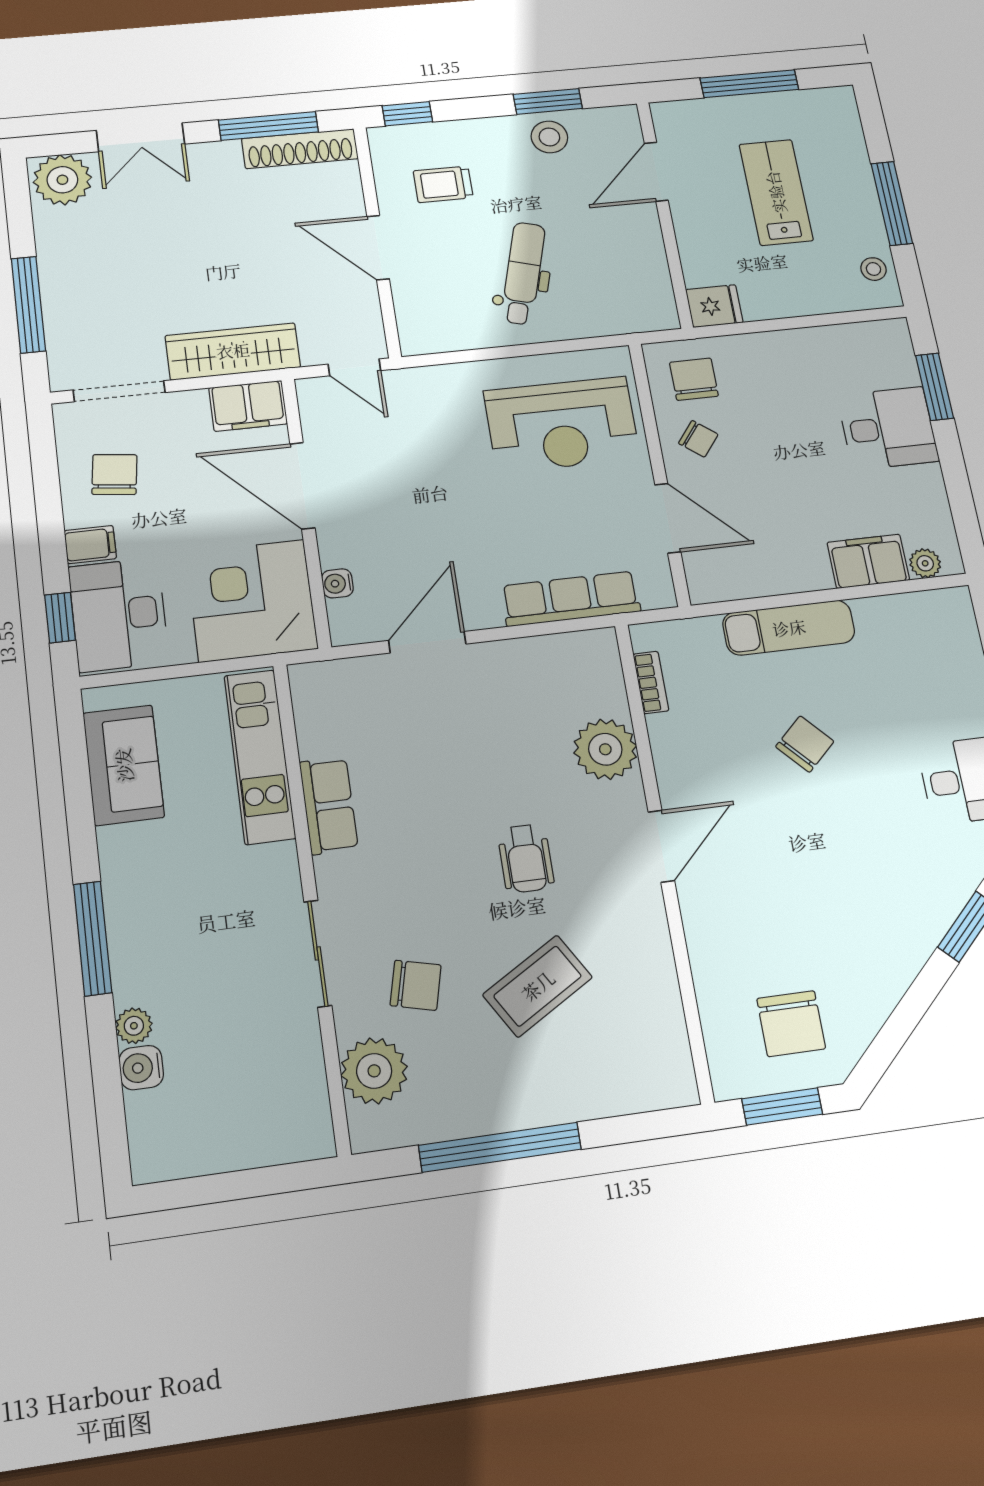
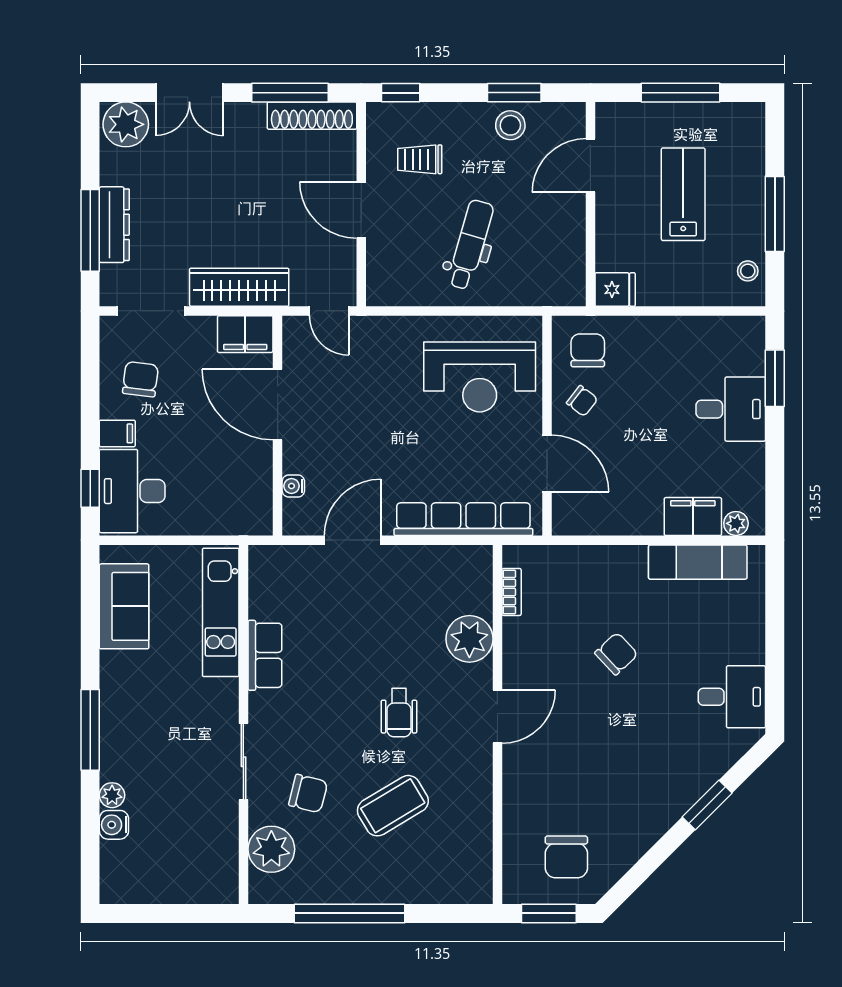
dresser: (60, 295) -> (114, 225), added
row of seats: (571, 599) -> (463, 519), width x1.36
corner desk: (252, 601) -> (229, 492), removed
exam couch: (789, 628) -> (698, 562), moved

